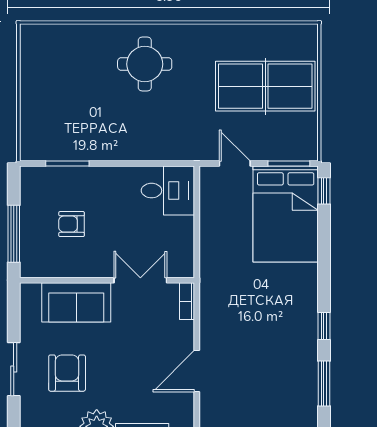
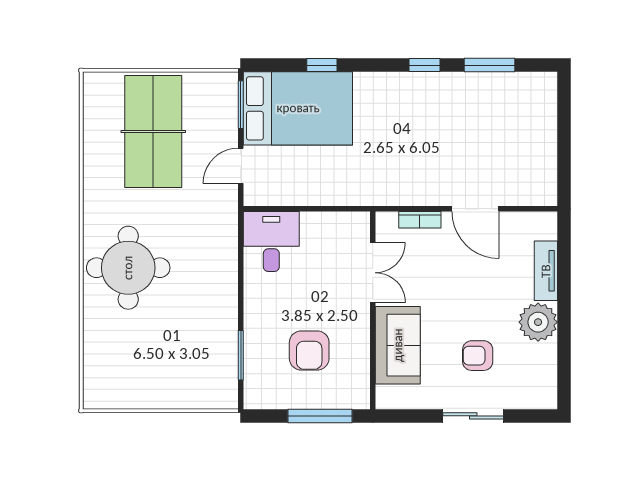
round table: (145, 64) -> (128, 268), width x1.36, depth x1.36
window: (324, 191) -> (322, 65), moved
armchair: (72, 224) -> (309, 350), width x1.38, depth x1.38
double door: (140, 280) -> (373, 273), swing flipped
bookcase: (187, 301) -> (420, 220), moved
armchair: (67, 373) -> (478, 356), width x0.72, depth x0.72

